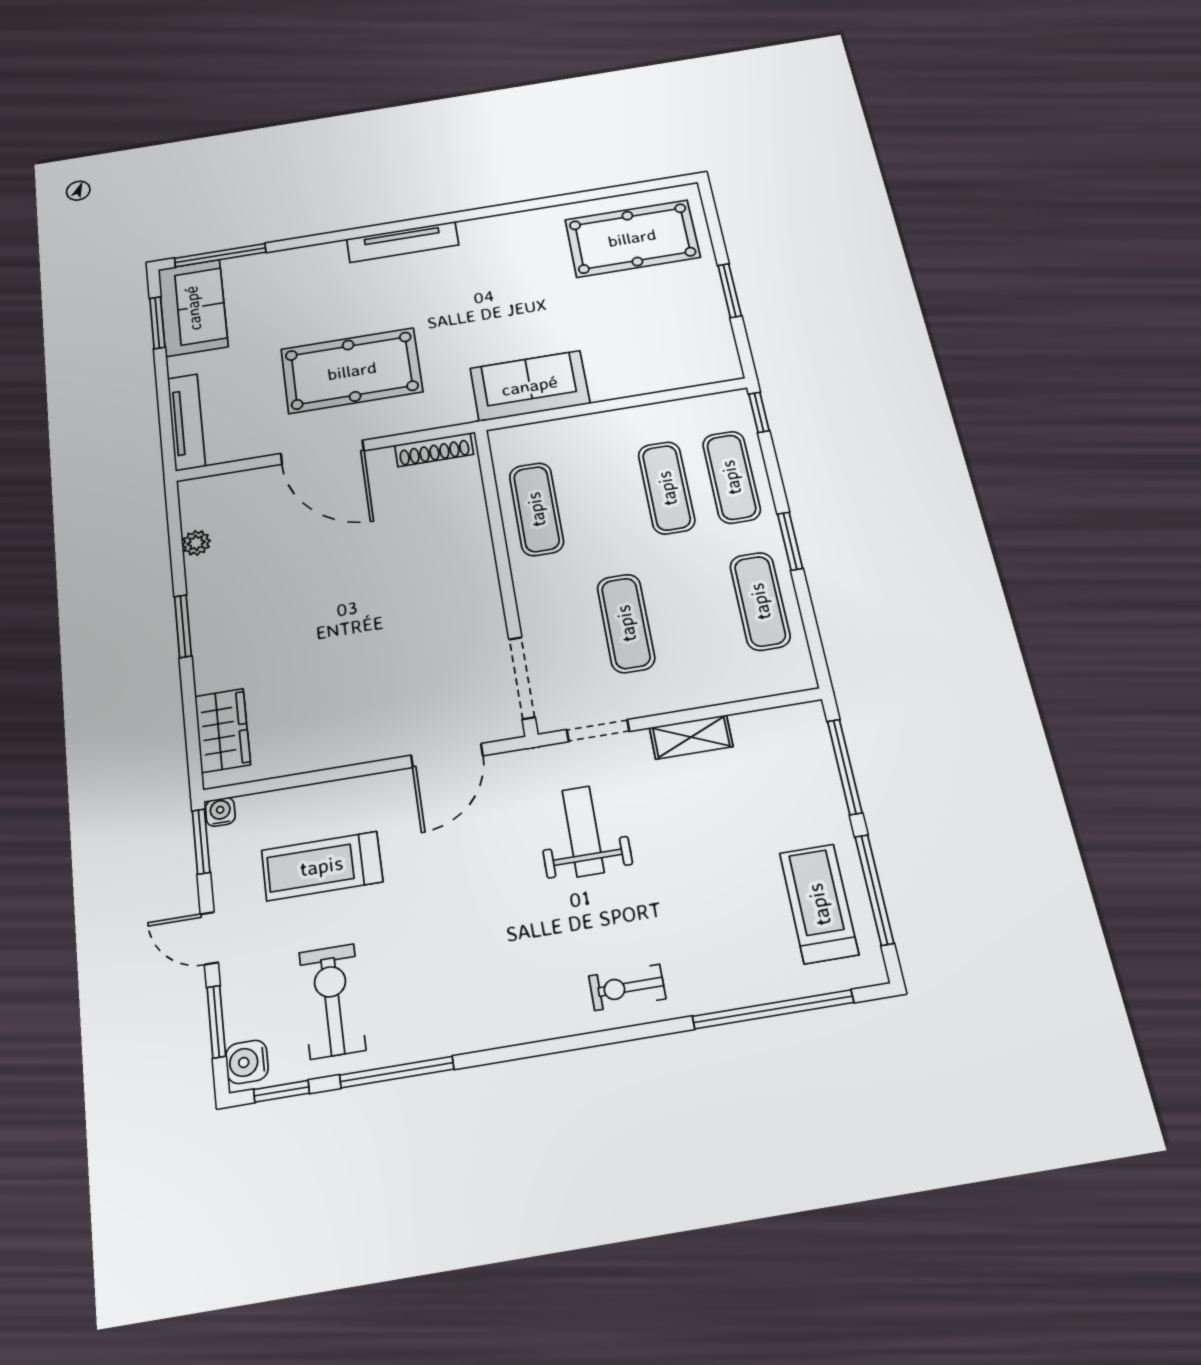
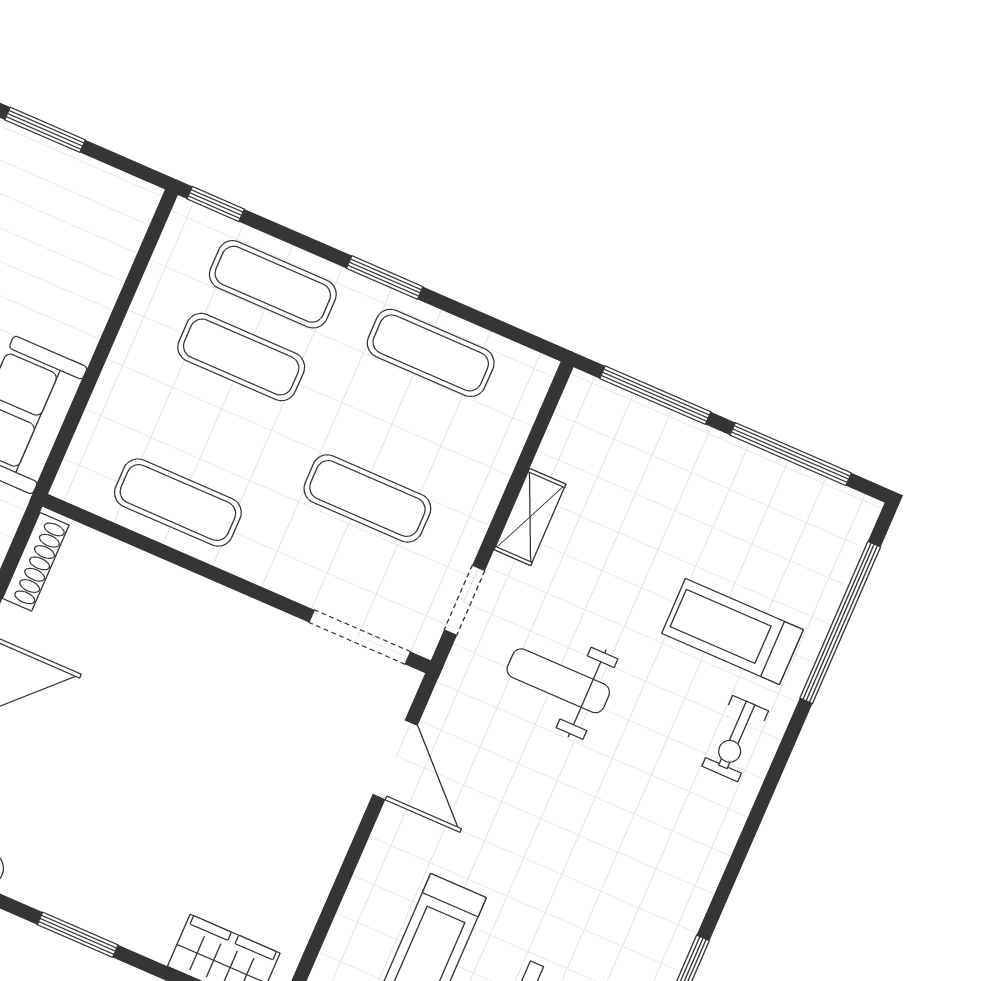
treadmill: (819, 904) -> (732, 632), moved

